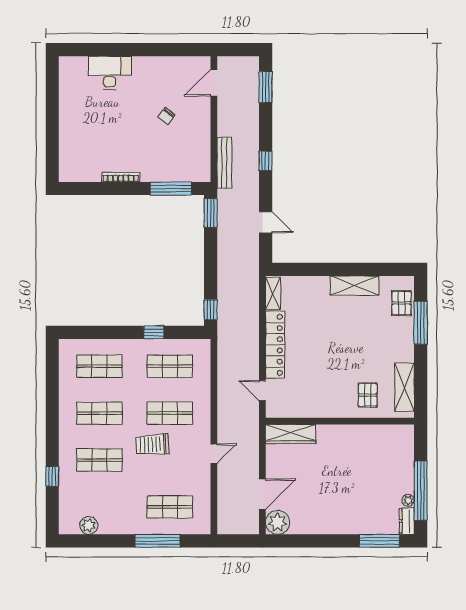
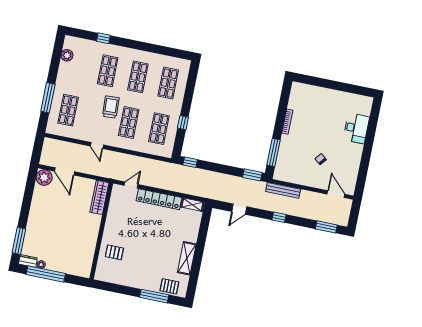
shelving: (405, 387) -> (114, 277), removed

